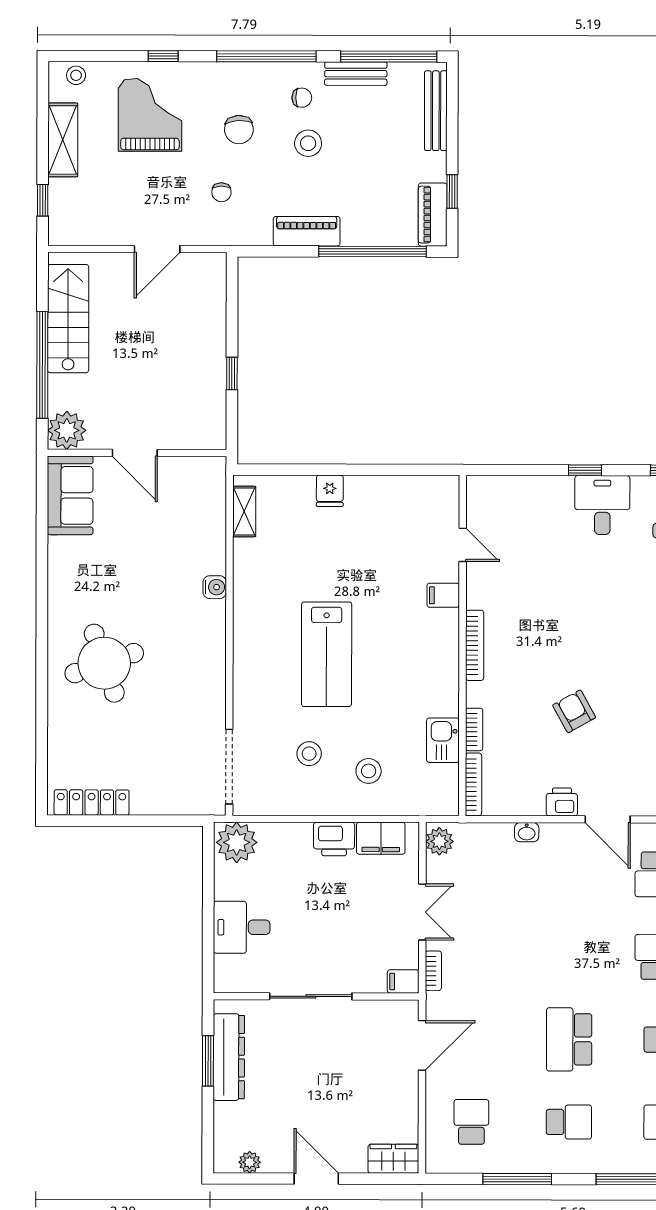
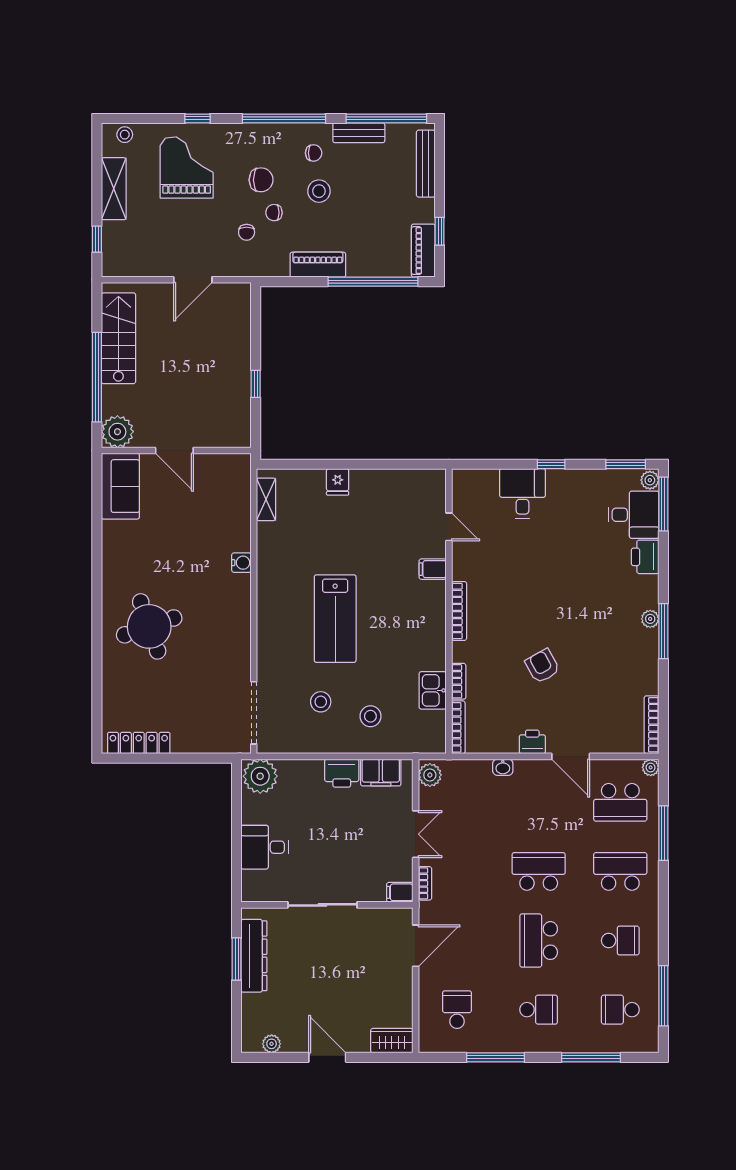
chair: (239, 130) -> (261, 180), turned -87
chair: (254, 169) -> (274, 213), added
desk: (602, 505) -> (522, 493), moved
school desk: (569, 957) -> (539, 871), added

